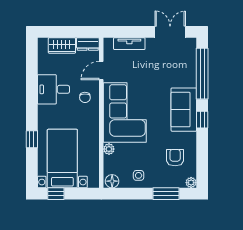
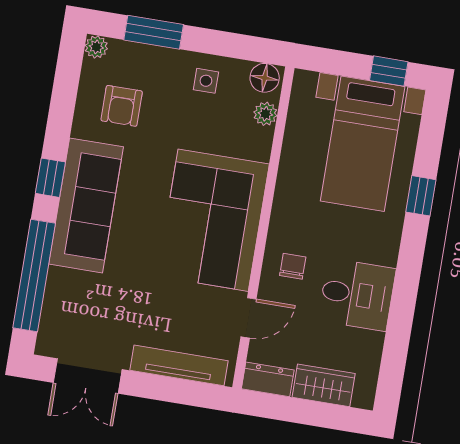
tv unit: (129, 44) -> (179, 365), width x1.41
sofa: (184, 110) -> (86, 205), width x1.36
plant: (109, 149) -> (265, 114), moved

